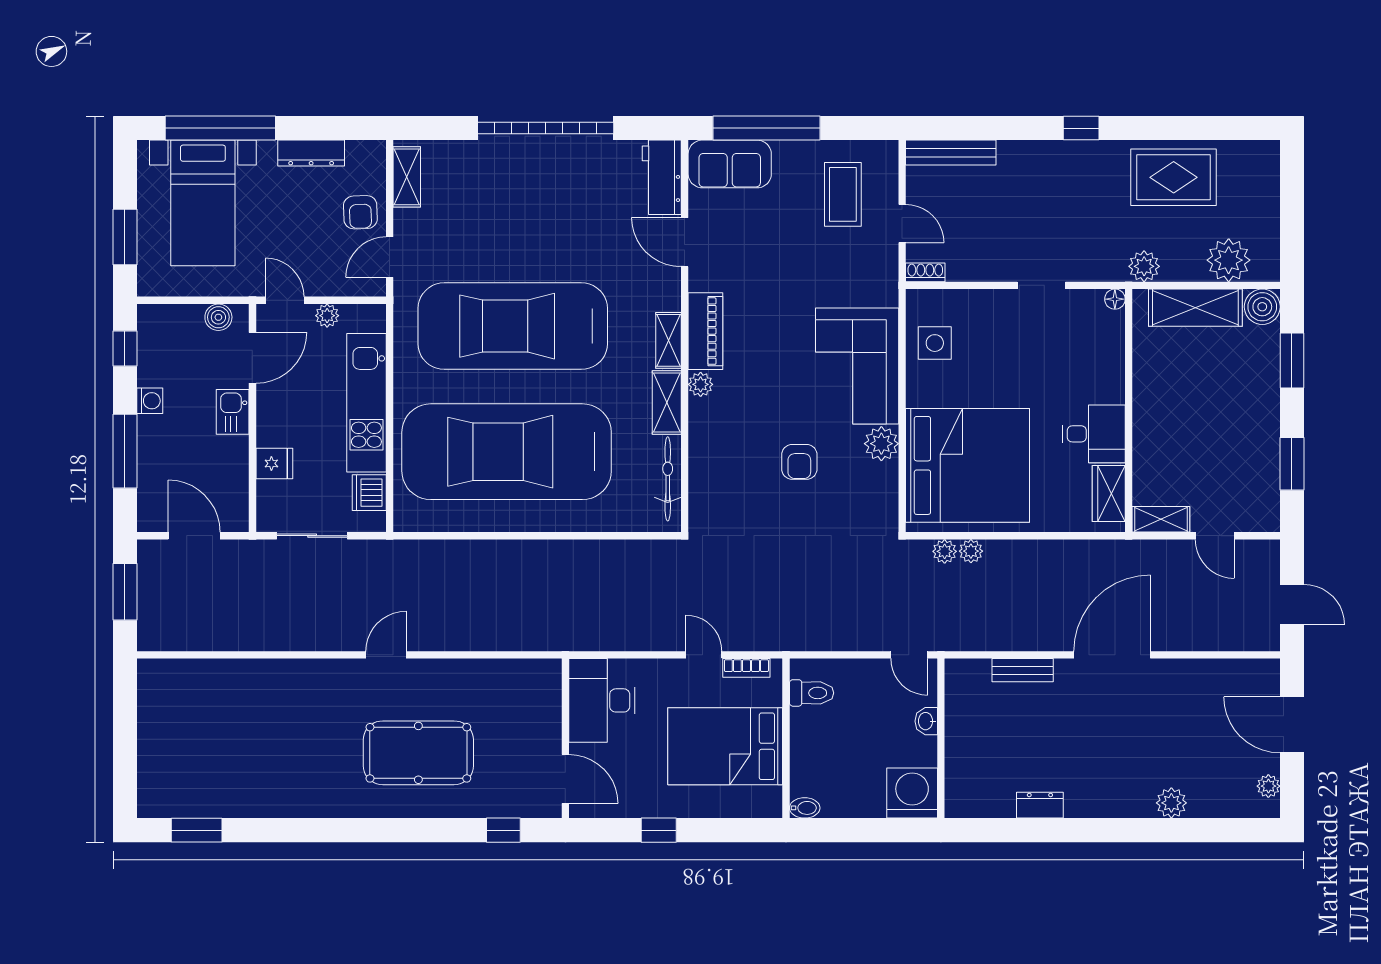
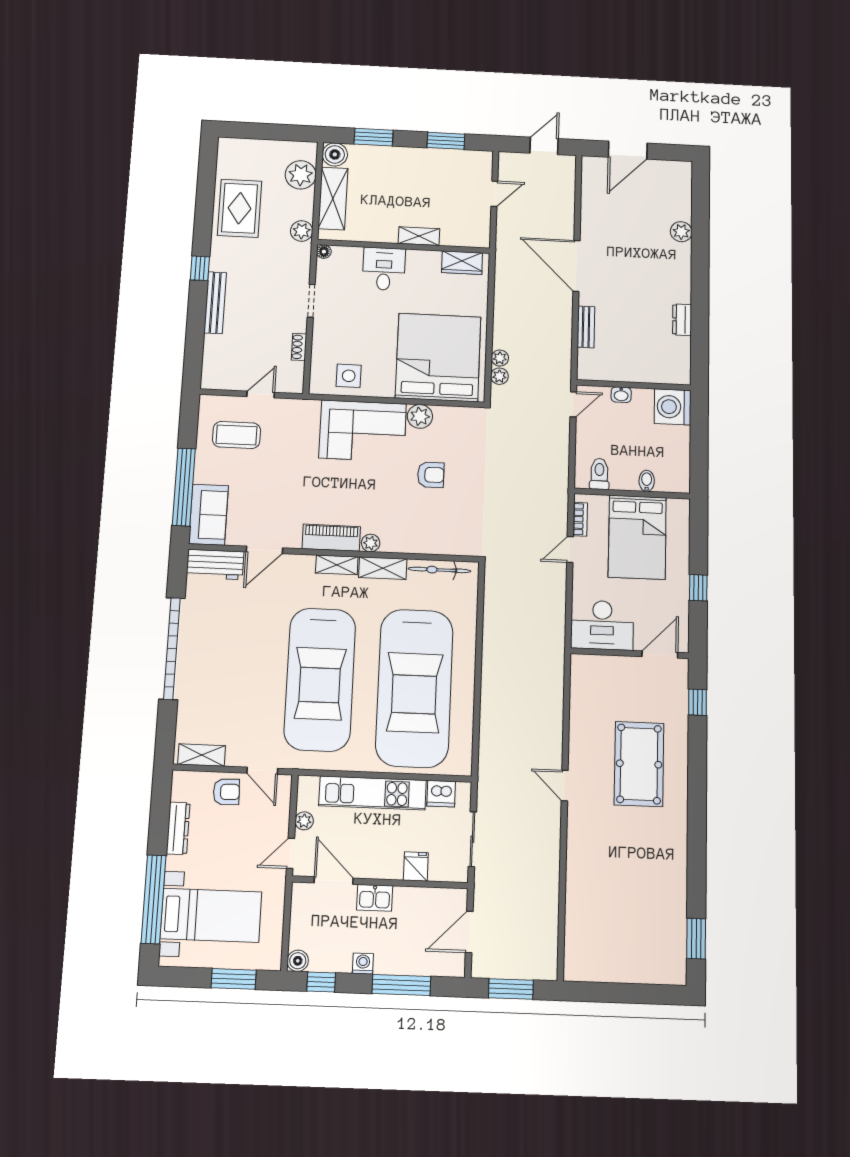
bench: (951, 153) -> (215, 303), moved
shoe rack: (925, 272) -> (299, 347), moved
boiler: (218, 317) -> (298, 961), moved
desk: (1094, 434) -> (384, 269), moved
shelving: (1161, 519) -> (419, 236), moved, turned 90
plant: (1268, 786) -> (670, 168), removed
bidet: (805, 808) -> (647, 481), moved

